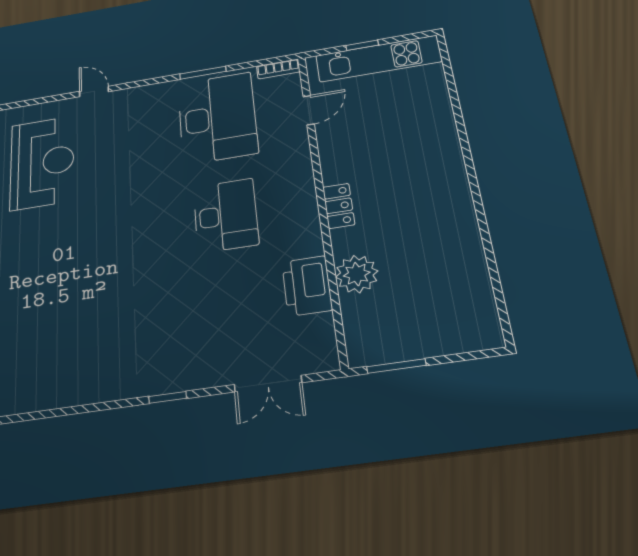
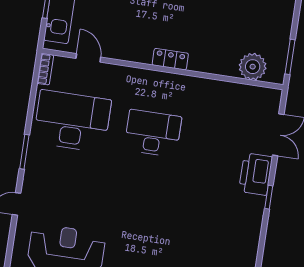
window: (203, 73) -> (24, 152), moved
plant: (357, 274) -> (253, 67), moved
printer: (307, 286) -> (256, 174), moved, turned 90

